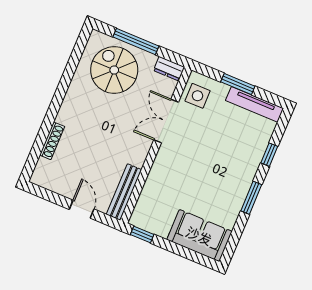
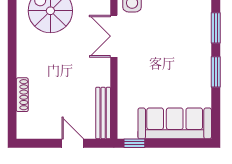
window: (269, 155) -> (216, 28), width x1.50
sofa: (199, 236) -> (175, 123), width x1.36

